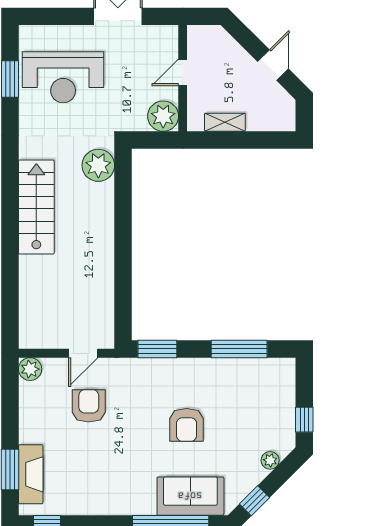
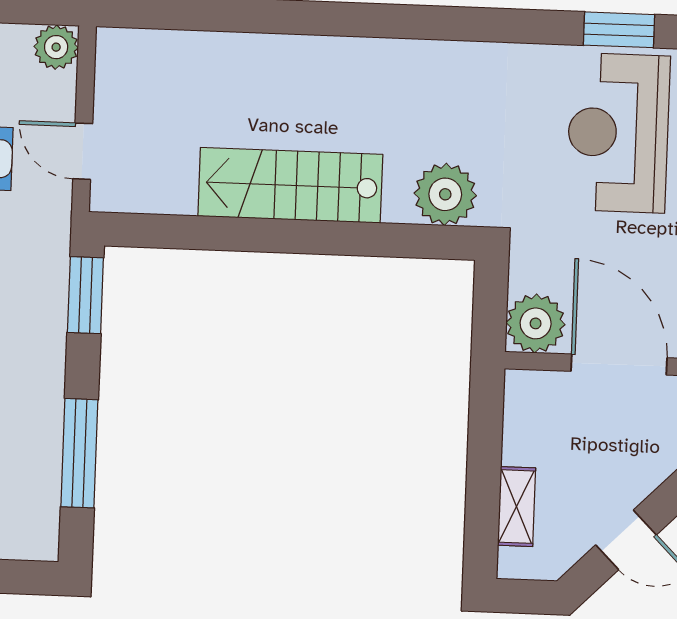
door: (183, 72) -> (619, 365), width x1.88
shelving: (225, 122) -> (517, 507), moved
stairs: (36, 207) -> (290, 185), moved, turned 180

